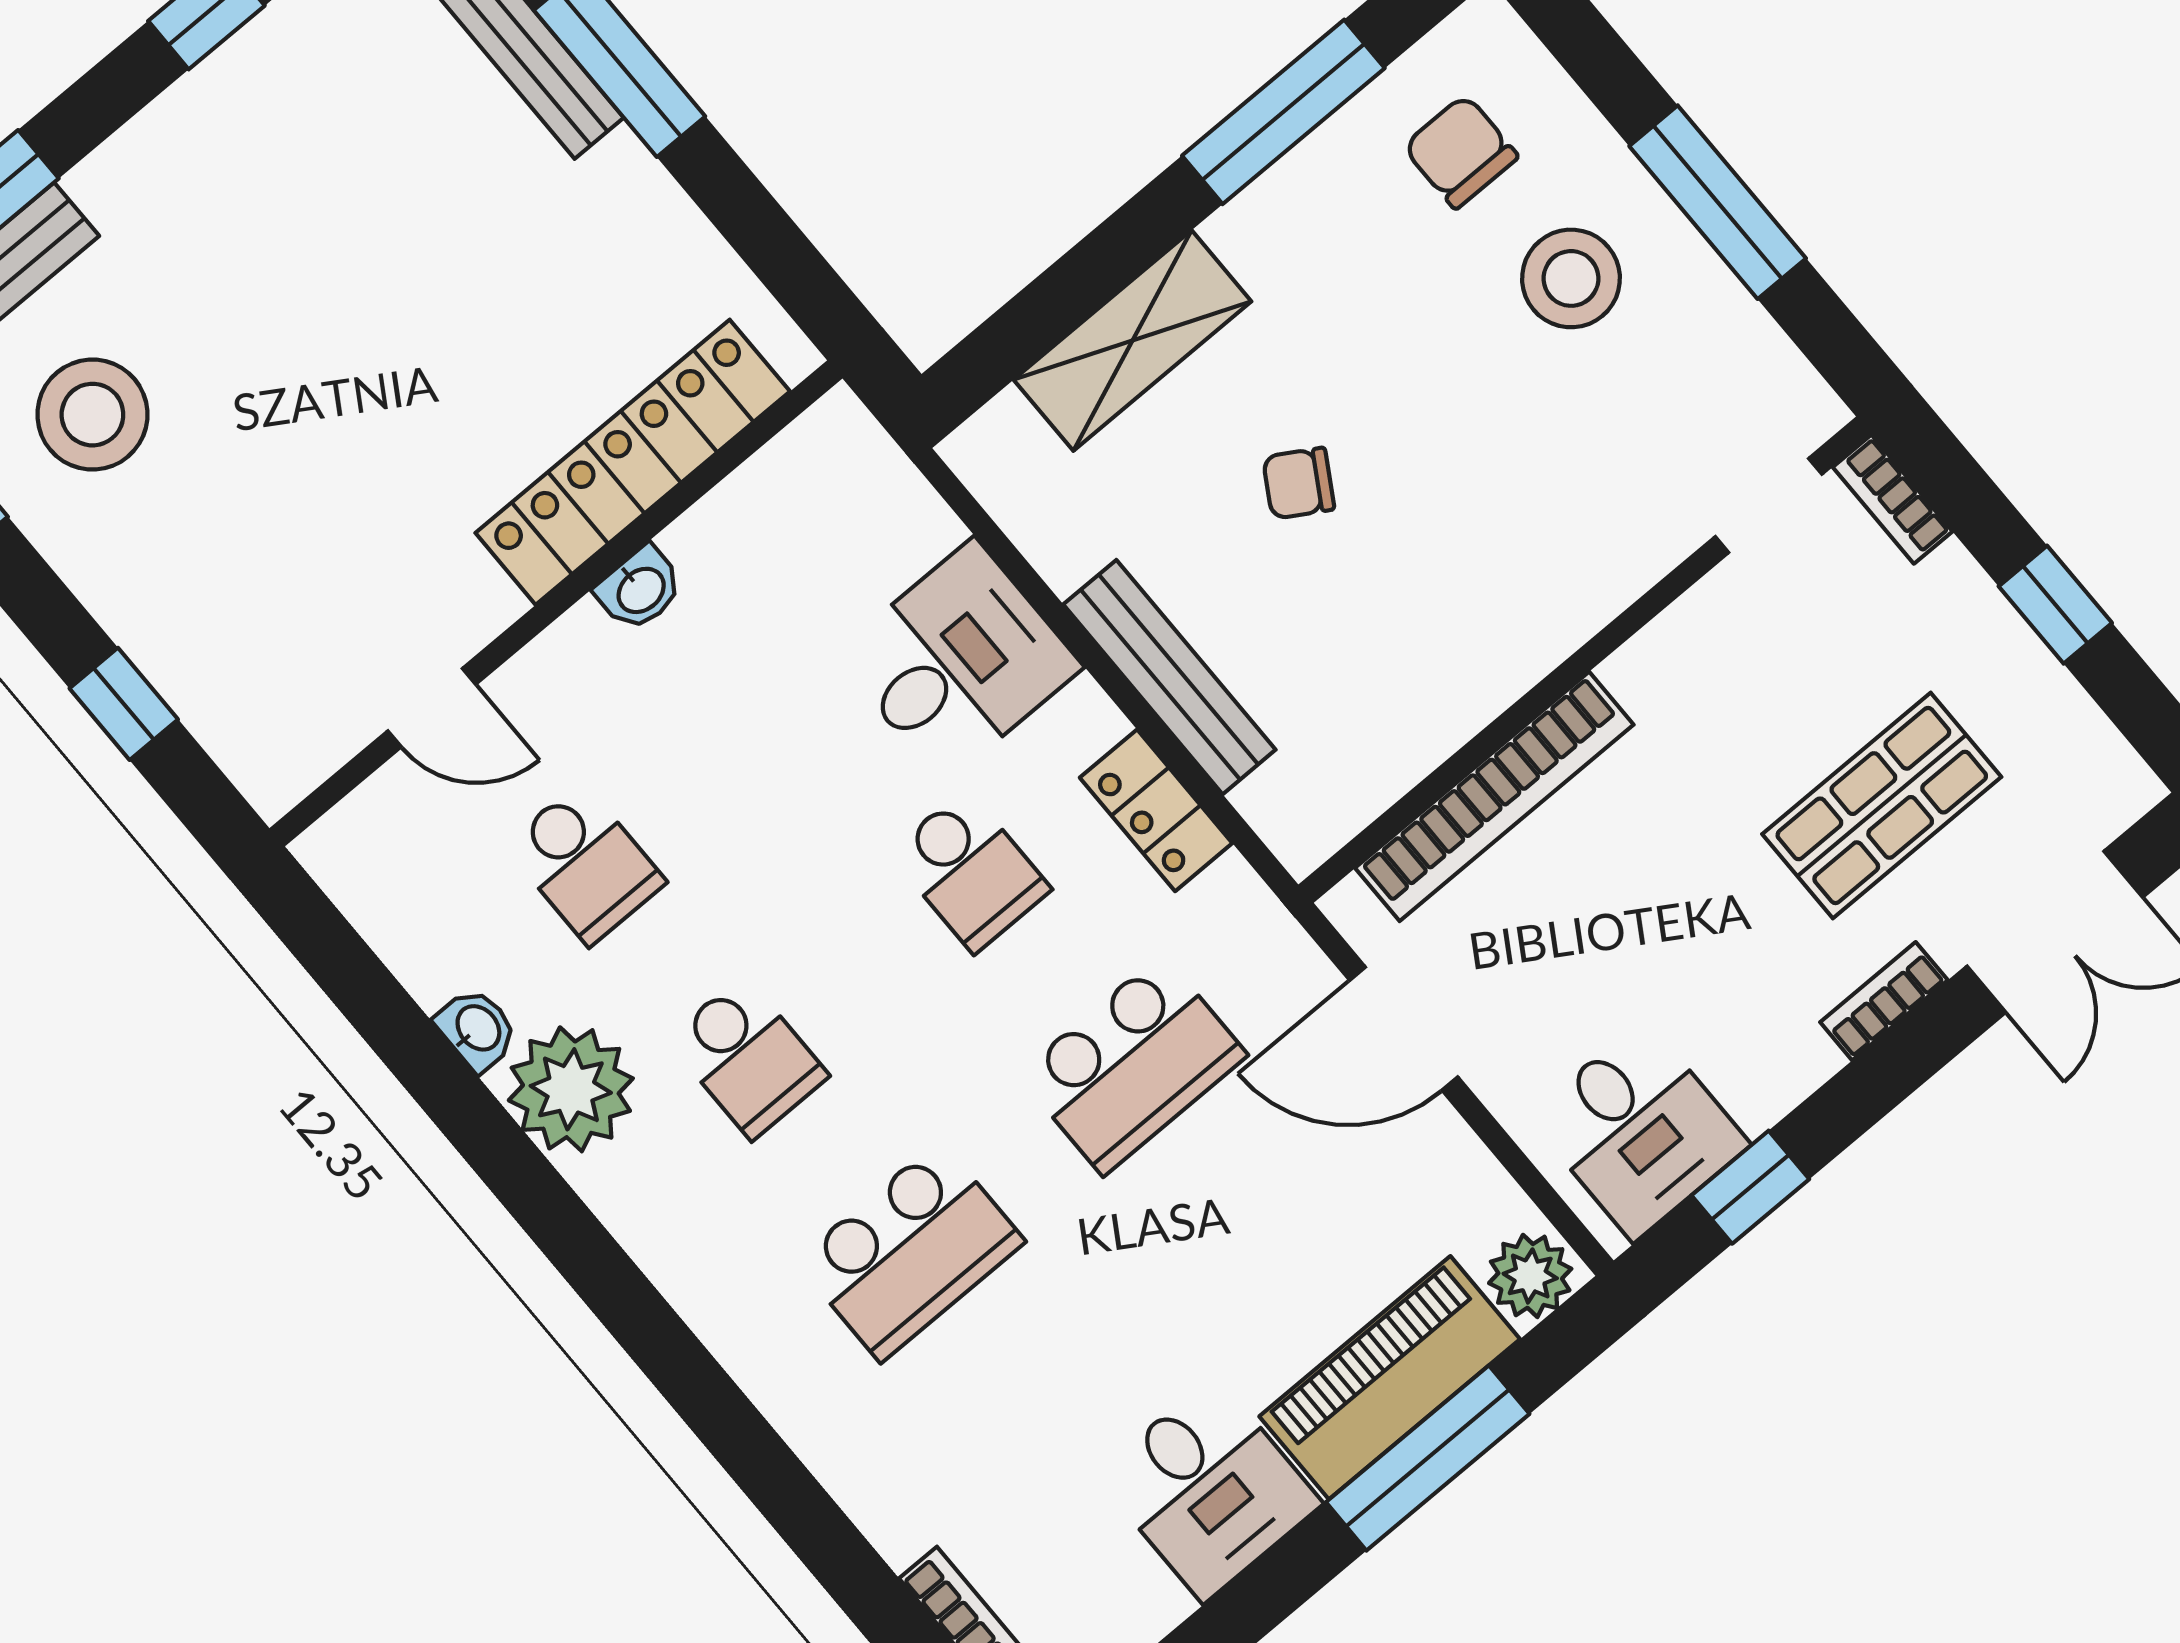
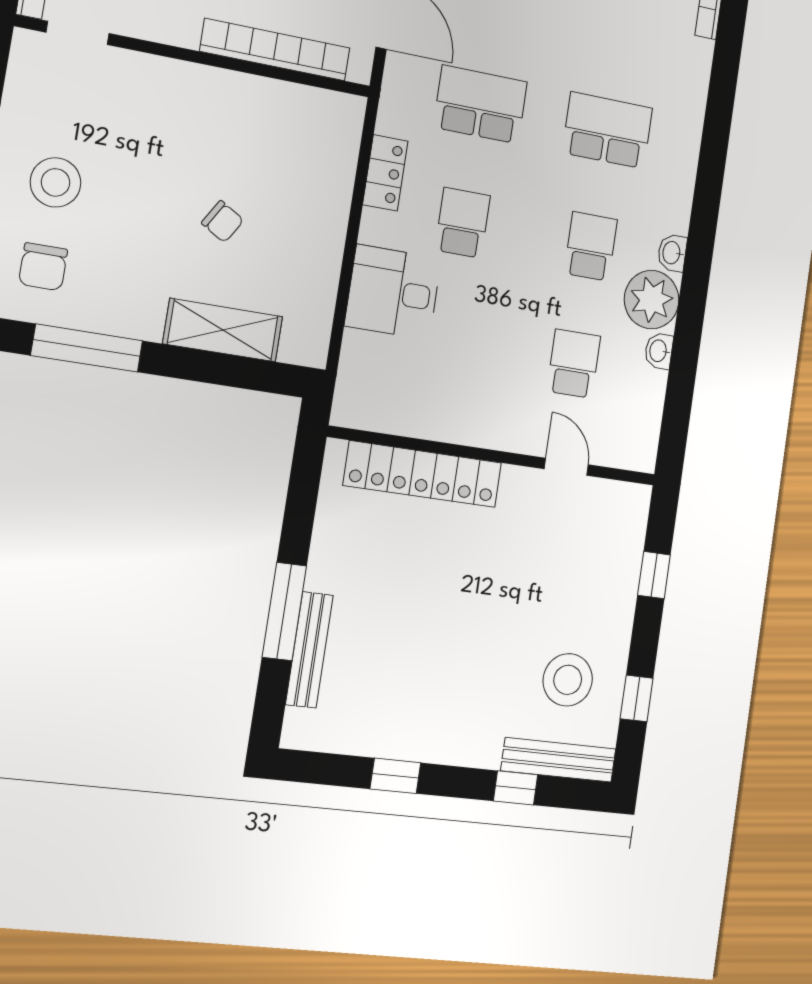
washbasin: (640, 589) -> (672, 253), moved, turned -90
bench: (1169, 677) -> (334, 209), removed

